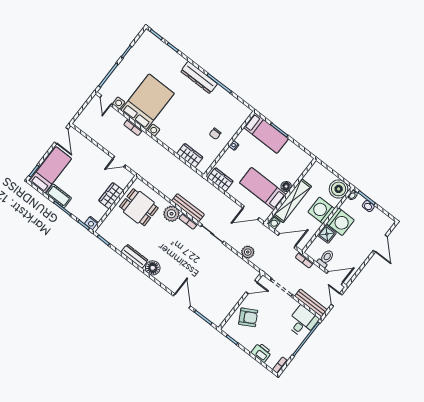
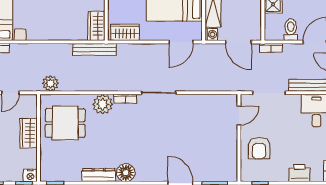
wardrobe: (190, 155) -> (96, 26), moved, turned -90
bench: (188, 208) -> (94, 49), moved
door: (287, 241) -> (238, 42), swing flipped
plant: (248, 252) -> (50, 83), moved
armchair: (248, 317) -> (259, 148), turned 119

